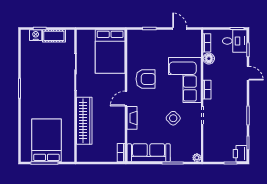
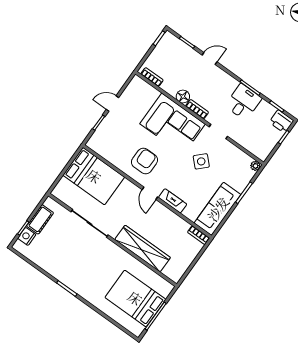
door: (180, 29) -> (112, 103), moved
desk: (235, 41) -> (243, 102), moved
floor lamp: (209, 59) -> (183, 97), moved

